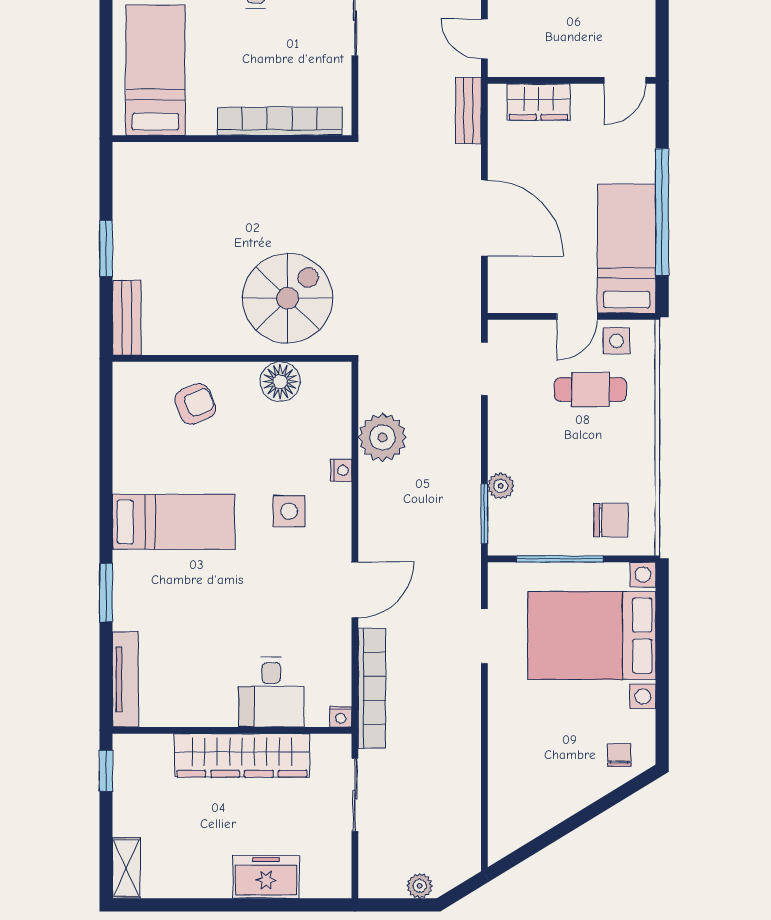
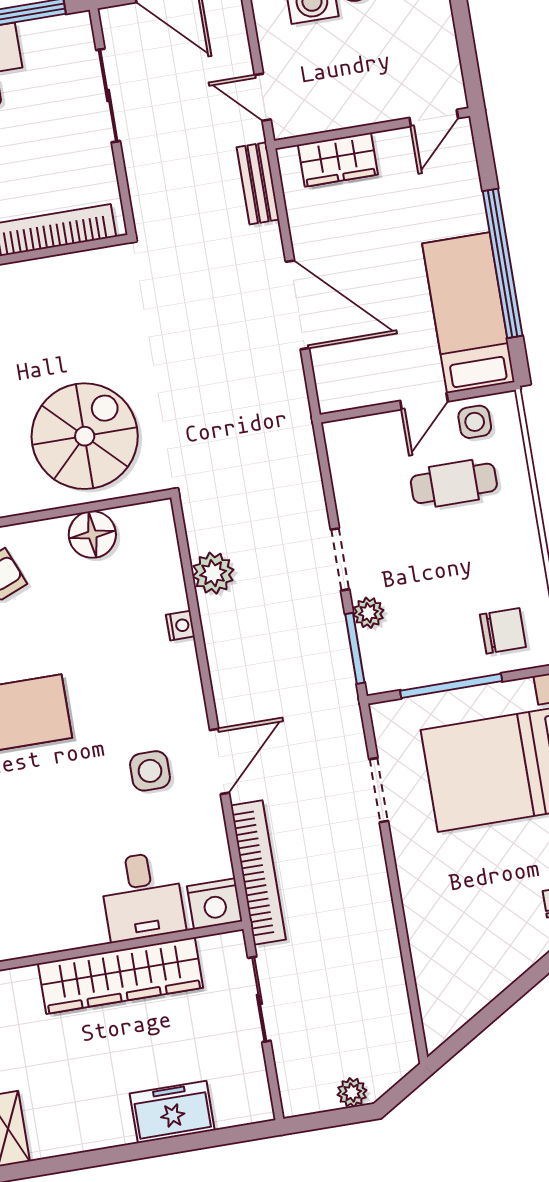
doorway: (484, 369) -> (340, 559), moved
plant: (382, 437) -> (213, 573), width x0.73, depth x0.73
side table: (289, 511) -> (150, 771), moved
nightstand: (341, 717) -> (215, 904), width x1.89, depth x1.79

